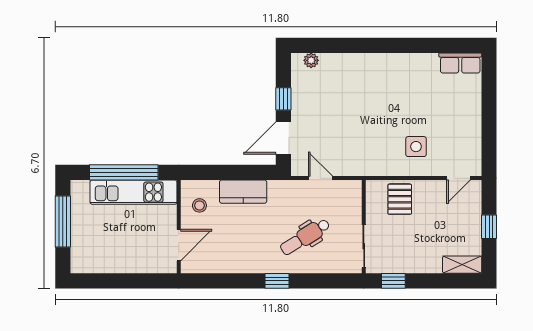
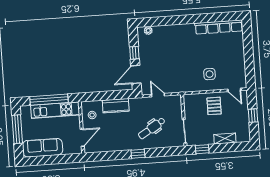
row of seats: (460, 63) -> (219, 27), width x2.02
door: (459, 178) -> (234, 90), hinge flipped
pallet: (400, 199) -> (214, 106), moved
sofa: (106, 258) -> (43, 148), added
shelving: (462, 265) -> (225, 139), moved

